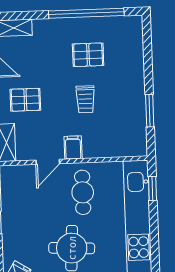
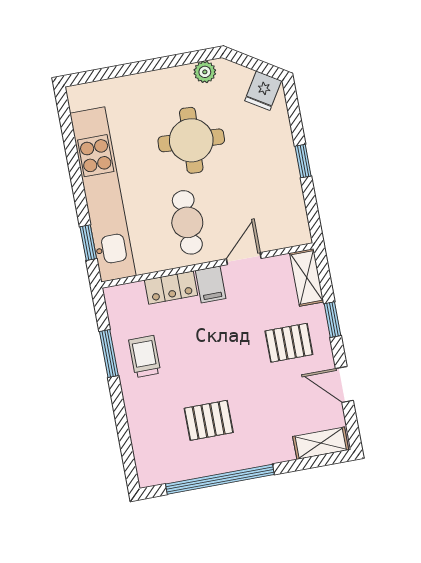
trolley: (85, 99) -> (145, 357), moved
locker: (100, 149) -> (171, 288), added

